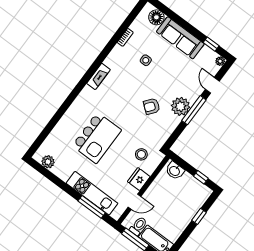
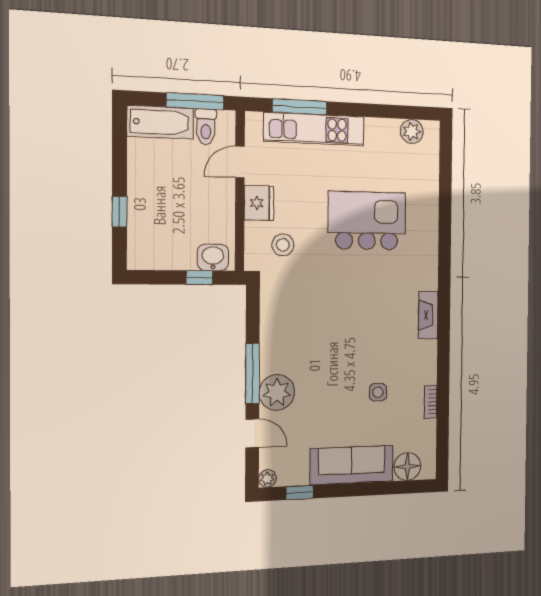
armchair: (152, 106) -> (320, 330), removed
plant: (180, 106) -> (277, 392), moved
kitchen island: (97, 138) -> (367, 221), turned 90
window: (201, 177) -> (199, 278), moved

